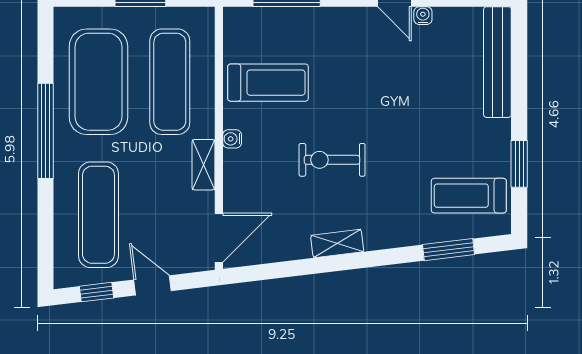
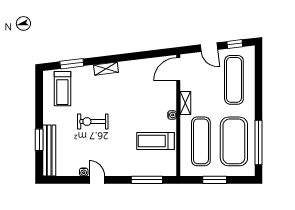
window: (45, 131) -> (258, 142), moved
exercise bike: (332, 160) -> (93, 121), moved, turned 180
window: (519, 164) -> (39, 140), moved
treadmill: (469, 196) -> (62, 89), turned 90
shelving: (337, 243) -> (106, 69), moved

